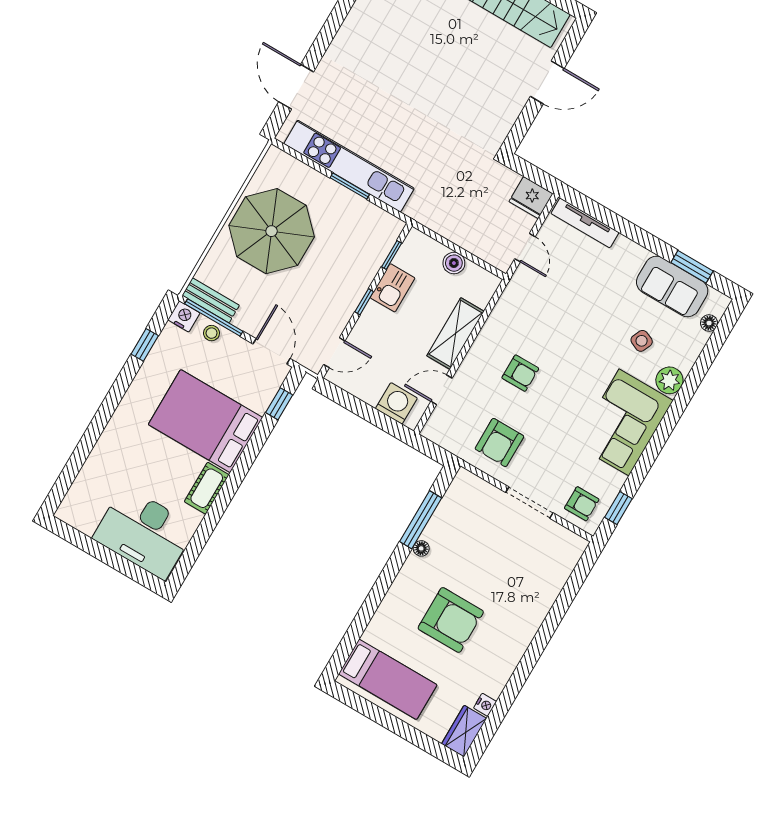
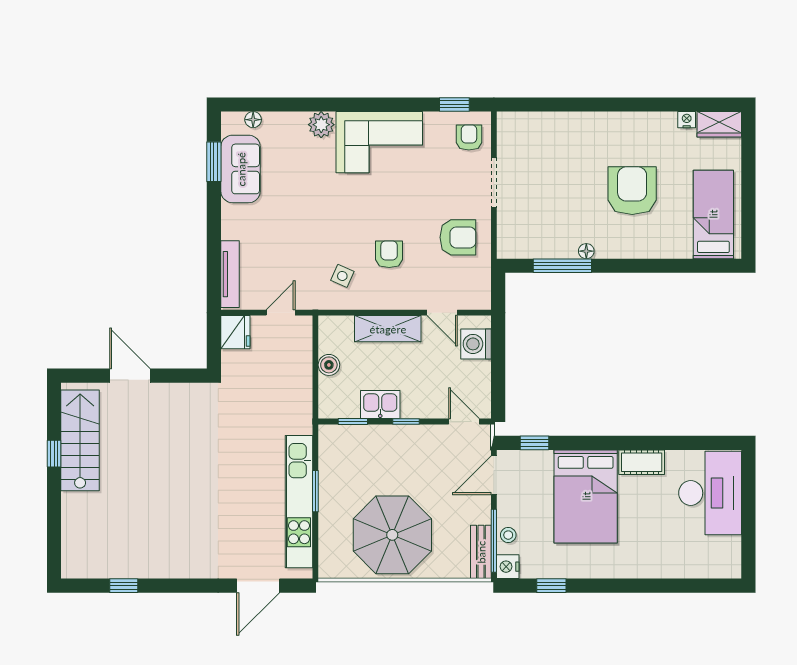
side table: (642, 341) -> (342, 276), moved

